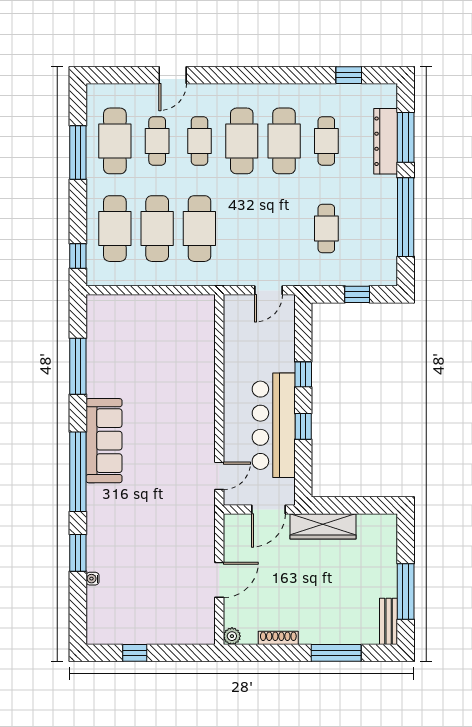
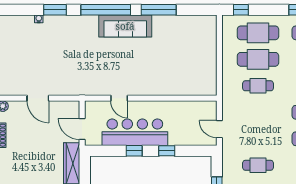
cafe table: (199, 229) -> (258, 86), width x0.73, depth x0.74
window: (78, 366) -> (159, 10), moved
door: (219, 476) -> (119, 98), moved

